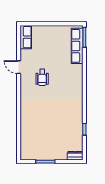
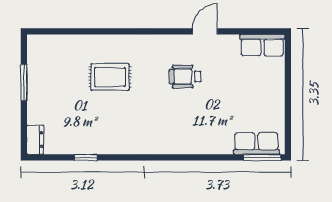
row of seats: (77, 46) -> (256, 143), width x0.68
rug: (42, 117) -> (110, 77), added

